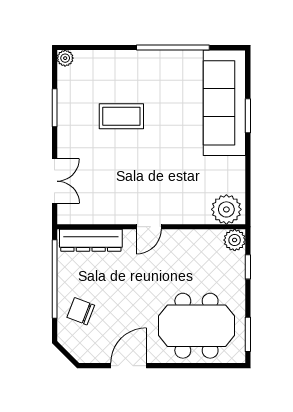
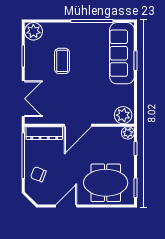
plant: (65, 58) -> (33, 31), width x1.87, depth x1.87
coffee table: (121, 116) -> (62, 61), turned 90
double door: (55, 181) -> (23, 99), width x1.37
door: (149, 227) -> (78, 125), width x1.87

